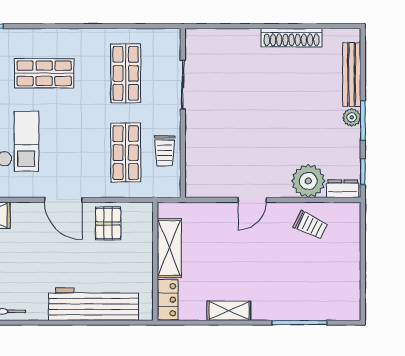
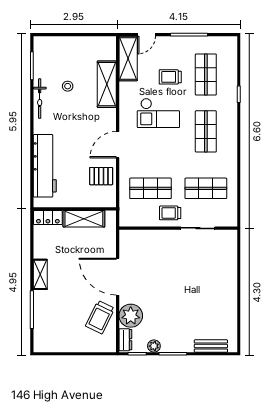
shoe rack: (292, 38) -> (231, 304), removed
bench: (352, 75) -> (211, 346), width x0.73
plant: (352, 117) -> (154, 346), moved
trolley: (165, 151) -> (170, 213), moved
door: (252, 200) -> (118, 277), width x1.88
trolley: (310, 225) -> (100, 317), width x1.36, depth x1.39
shelving: (229, 311) -> (40, 274), moved

